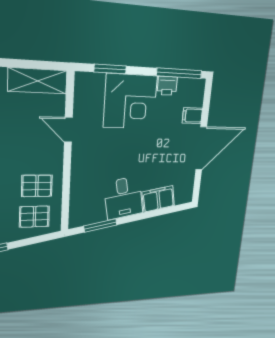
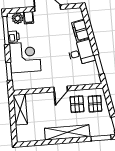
plant: (195, 97) -> (18, 18), added
door: (68, 130) -> (61, 89), moved

